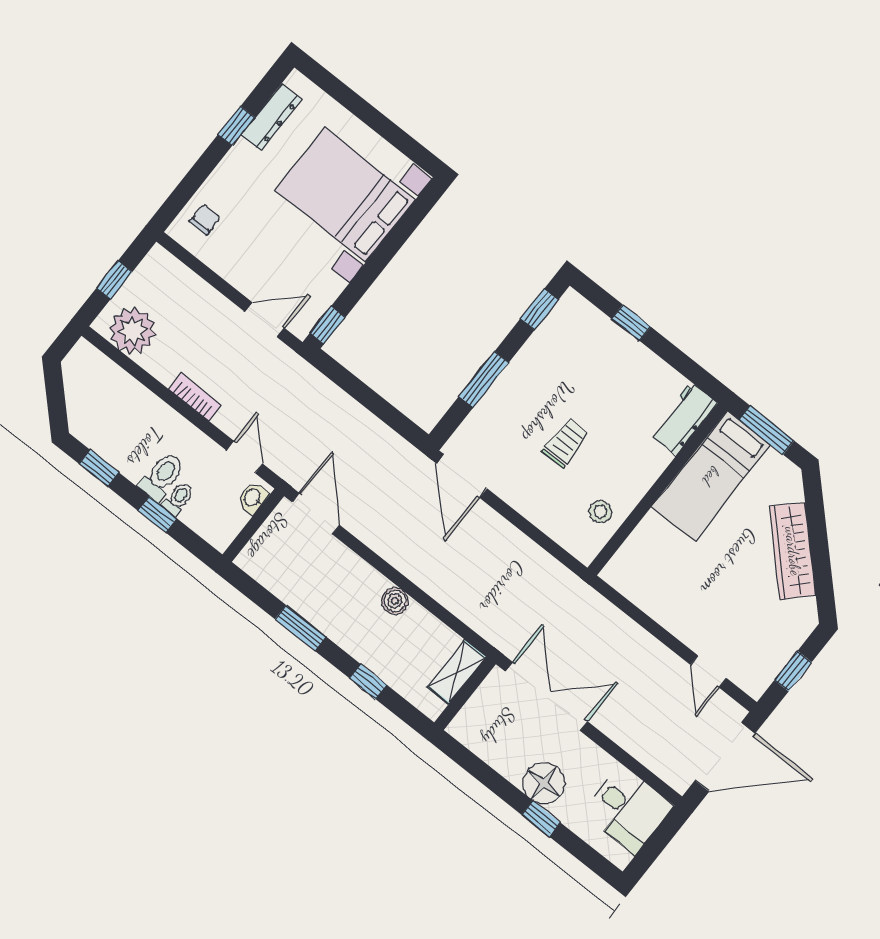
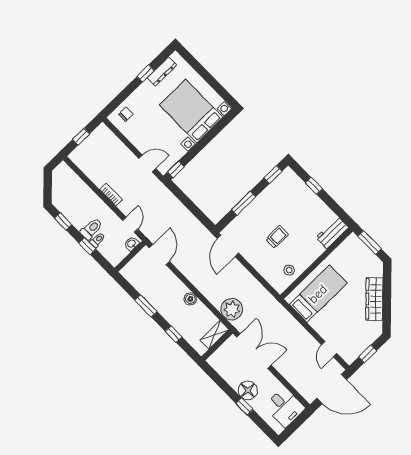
plant: (133, 331) -> (232, 309), moved
bed: (711, 476) -> (318, 294), moved, turned 180

